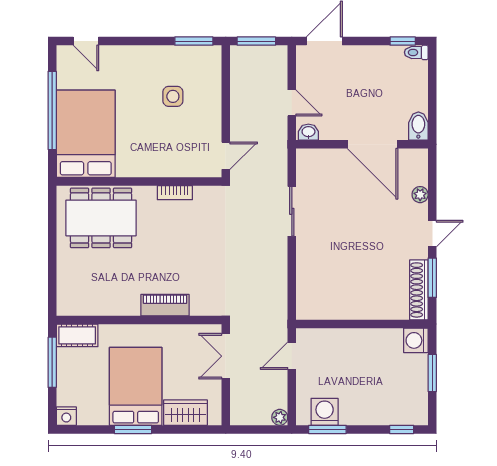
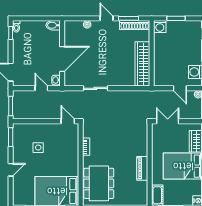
door: (86, 41) -> (11, 170), moved
door: (292, 103) -> (41, 88), hinge flipped
door: (373, 144) -> (62, 59), moved
piano: (165, 305) -> (142, 168), moved
wardrobe: (341, 305) -> (142, 64), added
double door: (226, 356) -> (168, 121), swing flipped
door: (292, 356) -> (180, 88), moved

